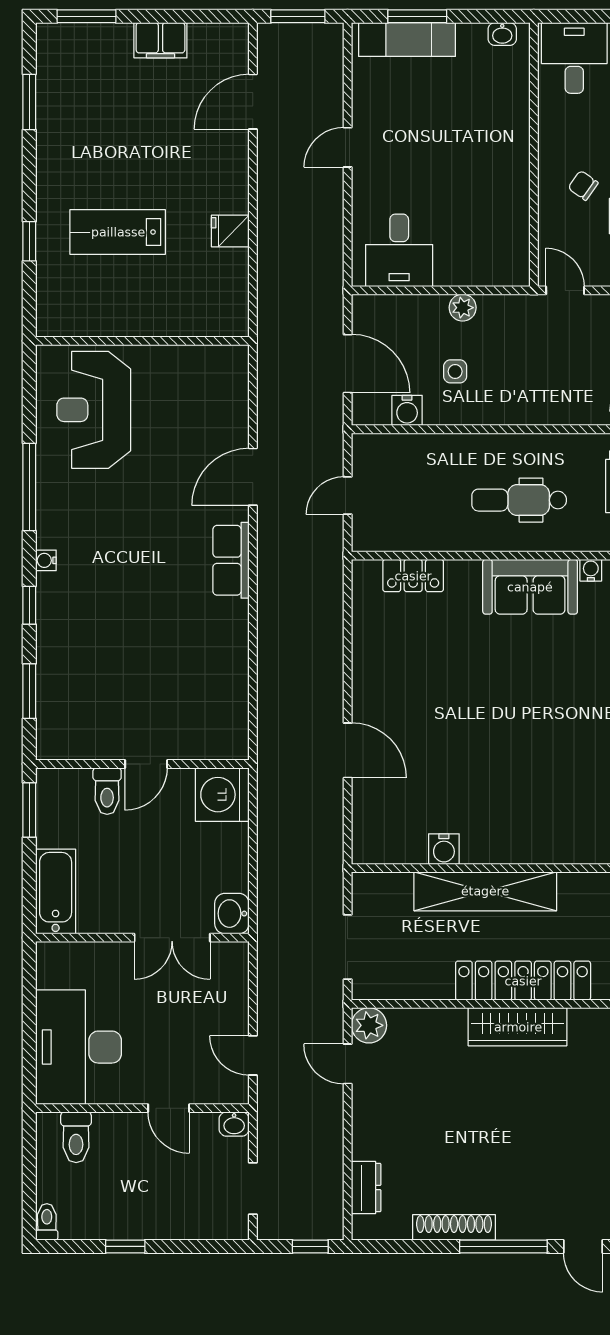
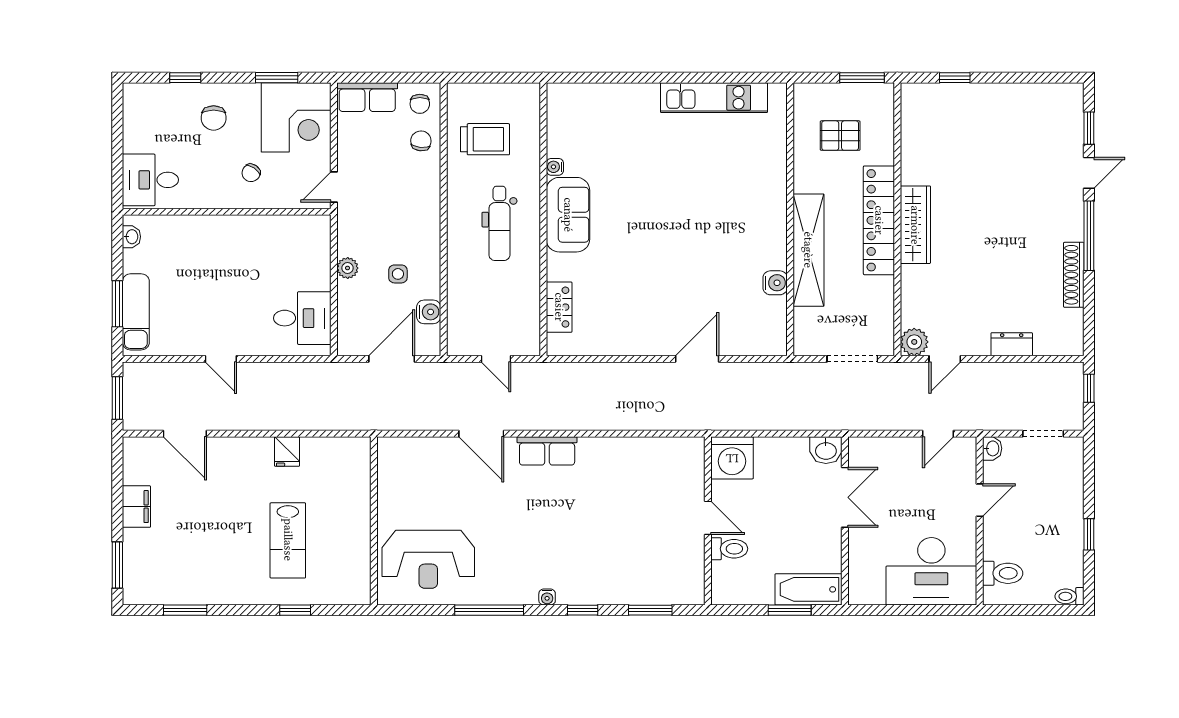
window: (29, 810) -> (790, 610), moved
dresser: (366, 1188) -> (1012, 344), moved

